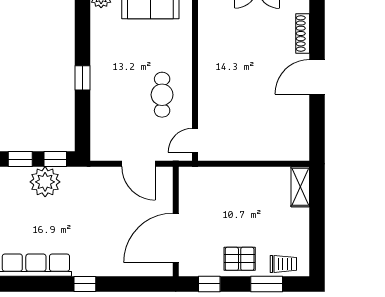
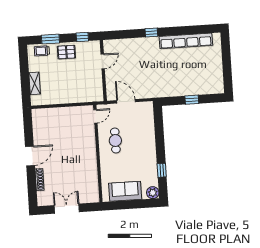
window: (82, 78) -> (162, 170), moved
window: (55, 159) -> (172, 101), removed
plant: (45, 182) -> (177, 88), removed
shelving: (300, 187) -> (35, 83), moved
door: (176, 238) -> (103, 61), width x0.53

